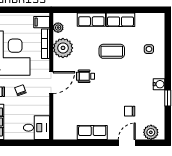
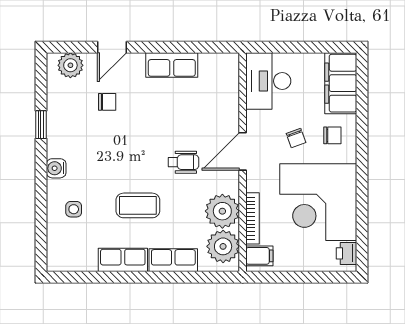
plant: (58, 28) -> (223, 246), width x1.88, depth x1.88
water cooler: (159, 84) -> (56, 168), moved
desk: (36, 128) -> (268, 81), width x1.37

